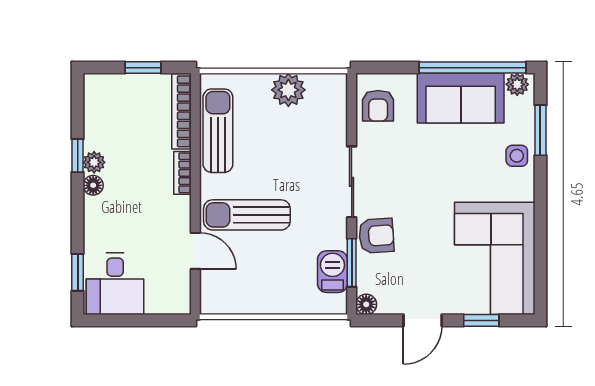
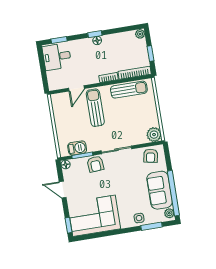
plant: (288, 90) -> (154, 135), moved
armchair: (378, 106) -> (151, 156), turned -79
window: (78, 156) -> (95, 34), moved
plant: (94, 162) -> (140, 34), moved
window: (481, 320) -> (69, 225), moved

